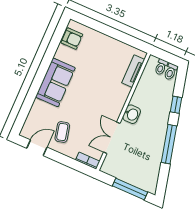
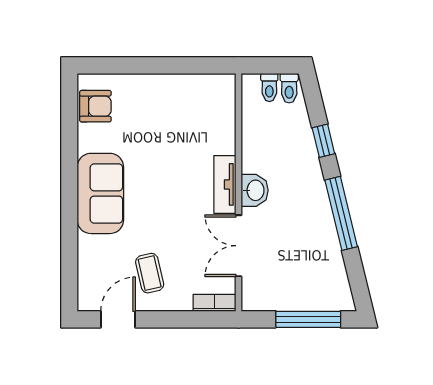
tv unit: (133, 71) -> (225, 184), moved

